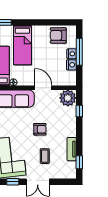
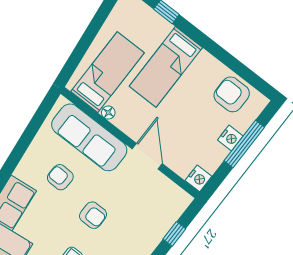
nightstand: (71, 65) -> (198, 178), moved
plant: (68, 98) -> (172, 201), removed
armchair: (14, 124) -> (60, 177), added

